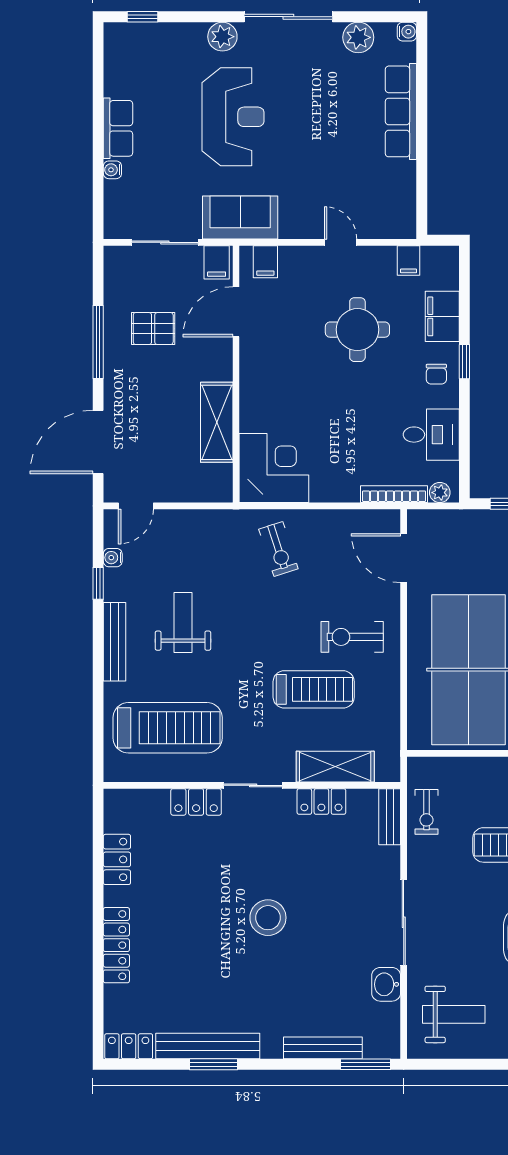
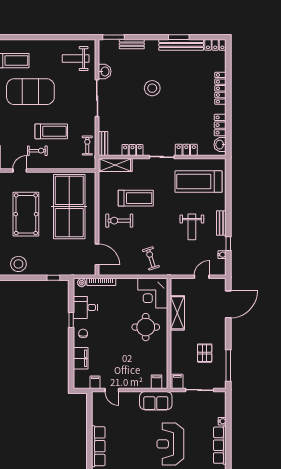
row of seats: (118, 128) -> (220, 445), width x1.48
sofa: (240, 218) -> (156, 401), moved
door: (341, 242) -> (112, 390), moved
door: (236, 312) -> (169, 360), removed
pallet: (153, 329) -> (205, 353), turned 90
round table: (357, 330) -> (146, 327), moved
window: (98, 342) -> (228, 365), moved
window: (464, 362) -> (71, 320), moved
door: (136, 506) -> (202, 277), moved
exercise bike: (352, 637) -> (119, 221), turned 180
bench: (114, 642) -> (221, 223), width x0.73
treadmill: (314, 689) -> (136, 198), turned 180
shelving: (335, 767) -> (115, 165), moved
washbasin: (117, 814) -> (220, 145), added
stool: (268, 918) -> (152, 88), moved
bench: (323, 1048) -> (132, 44), width x0.73

